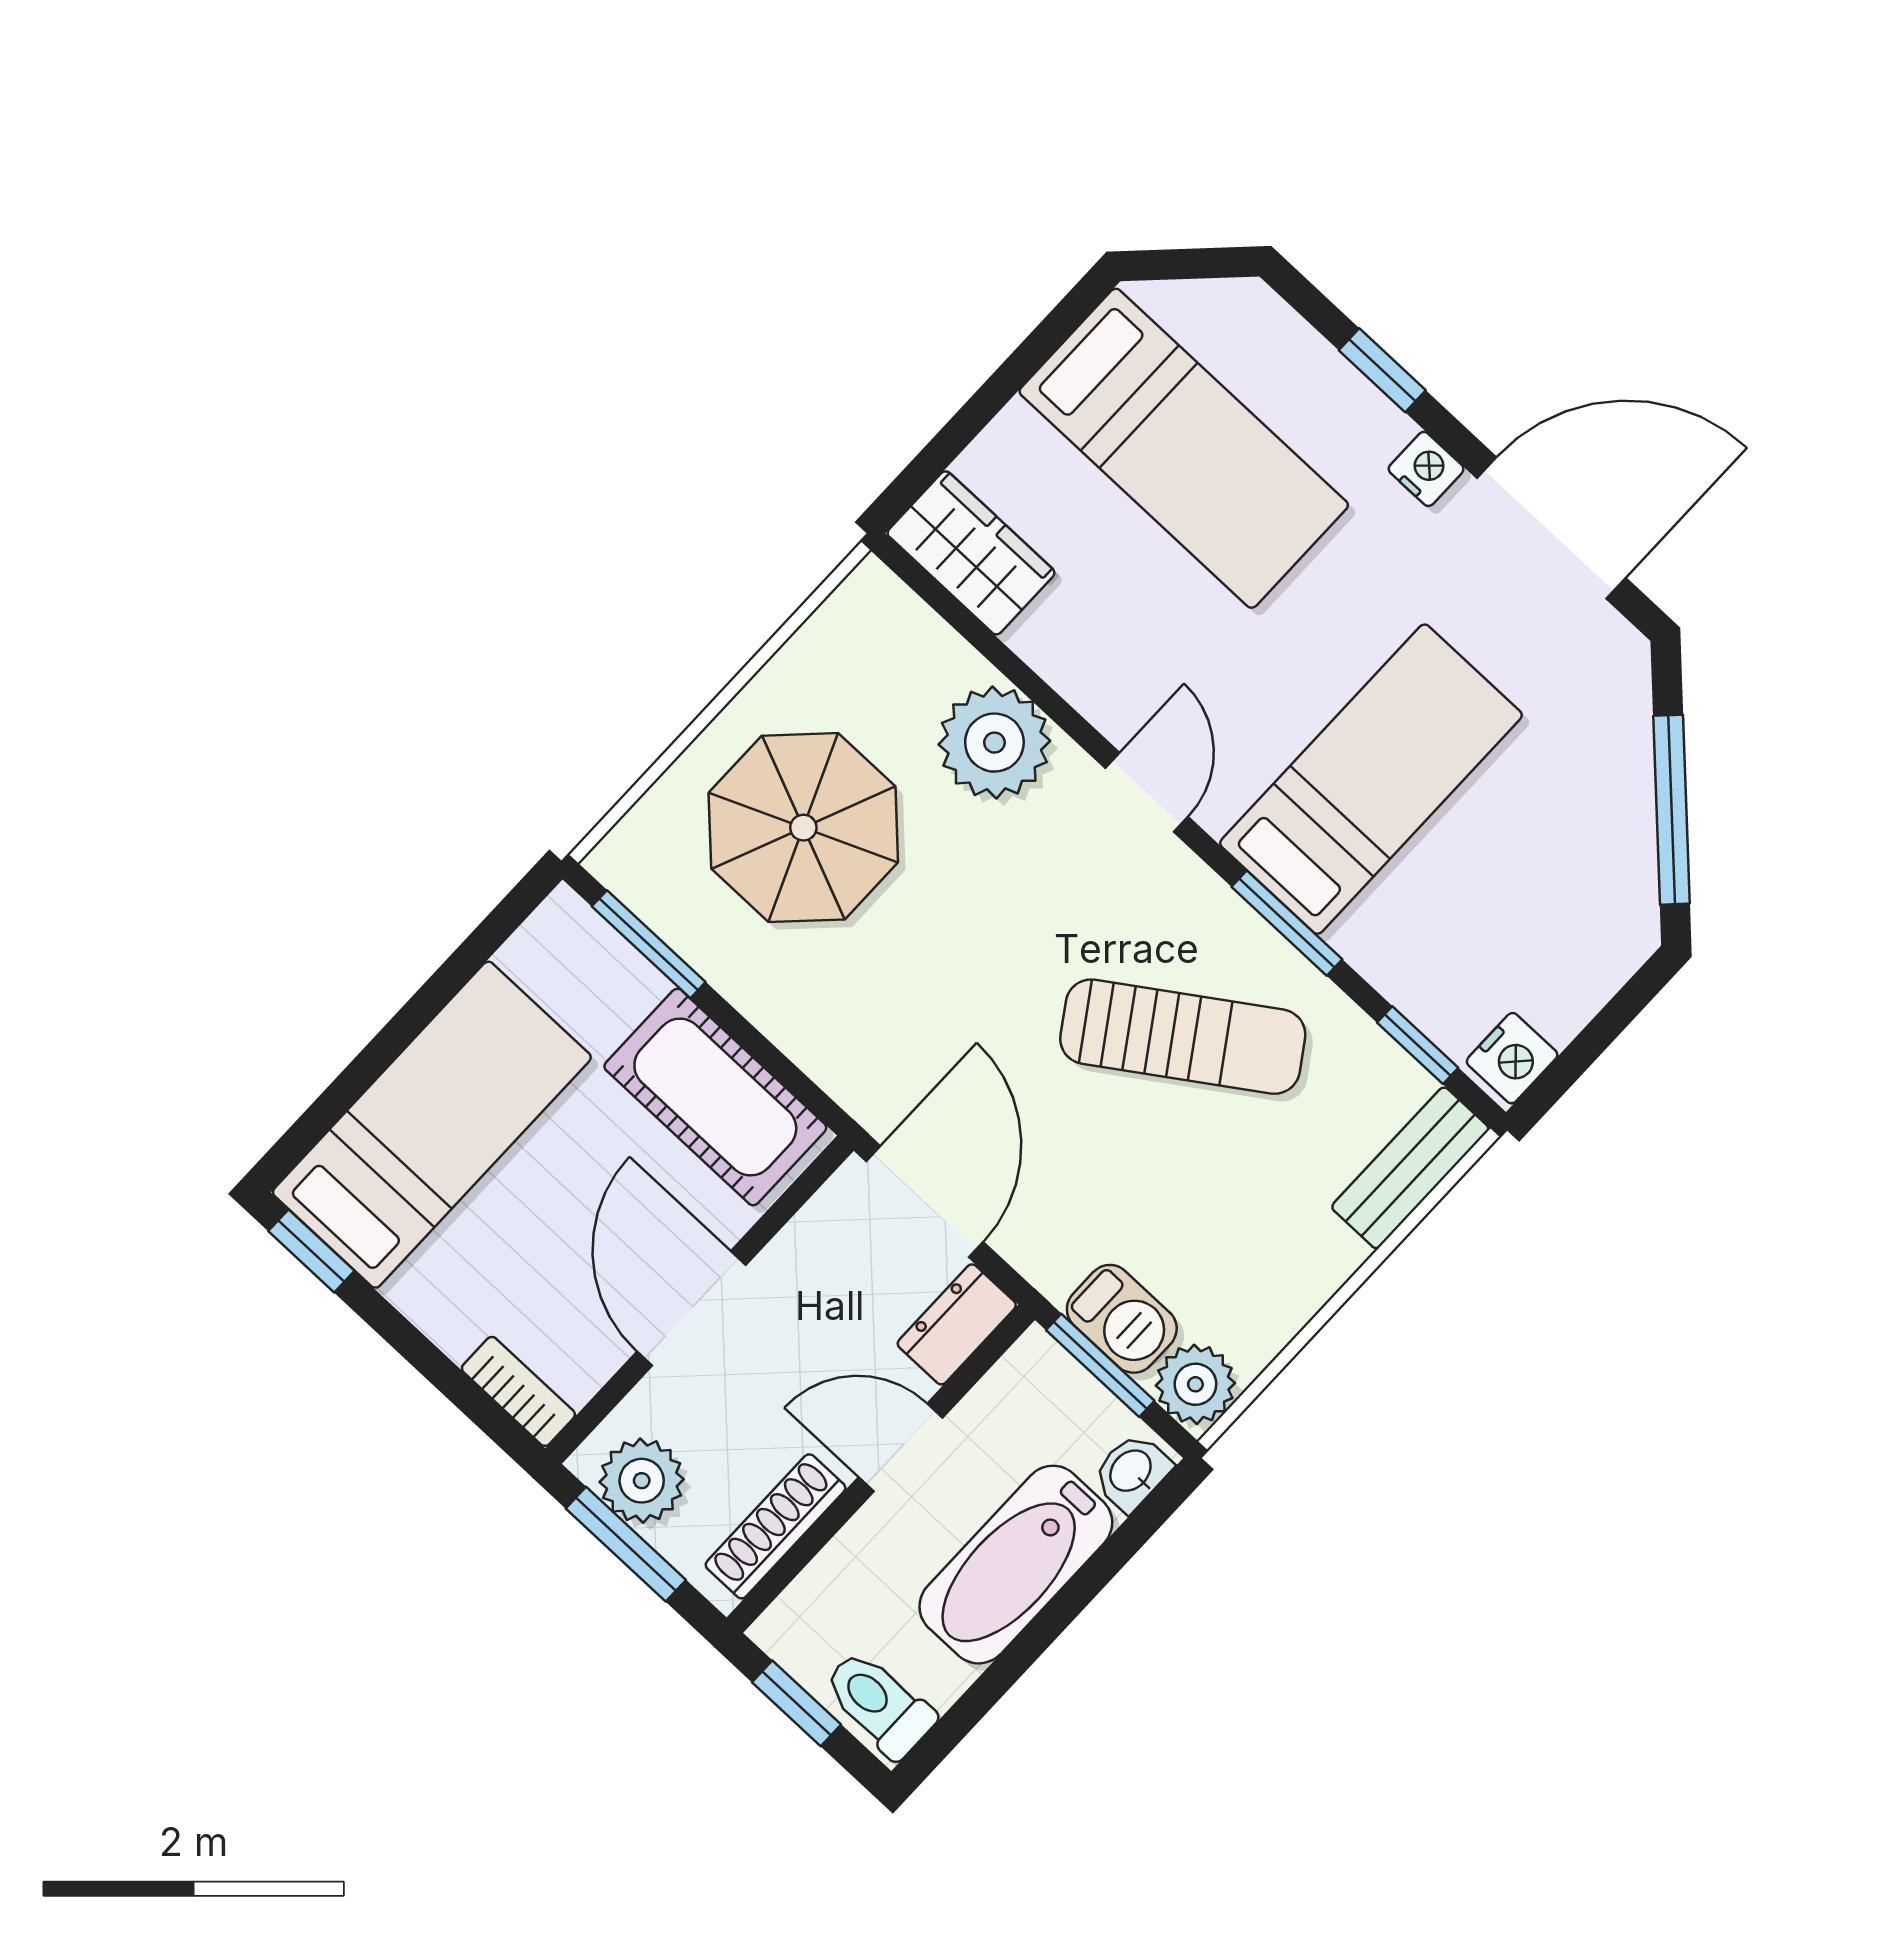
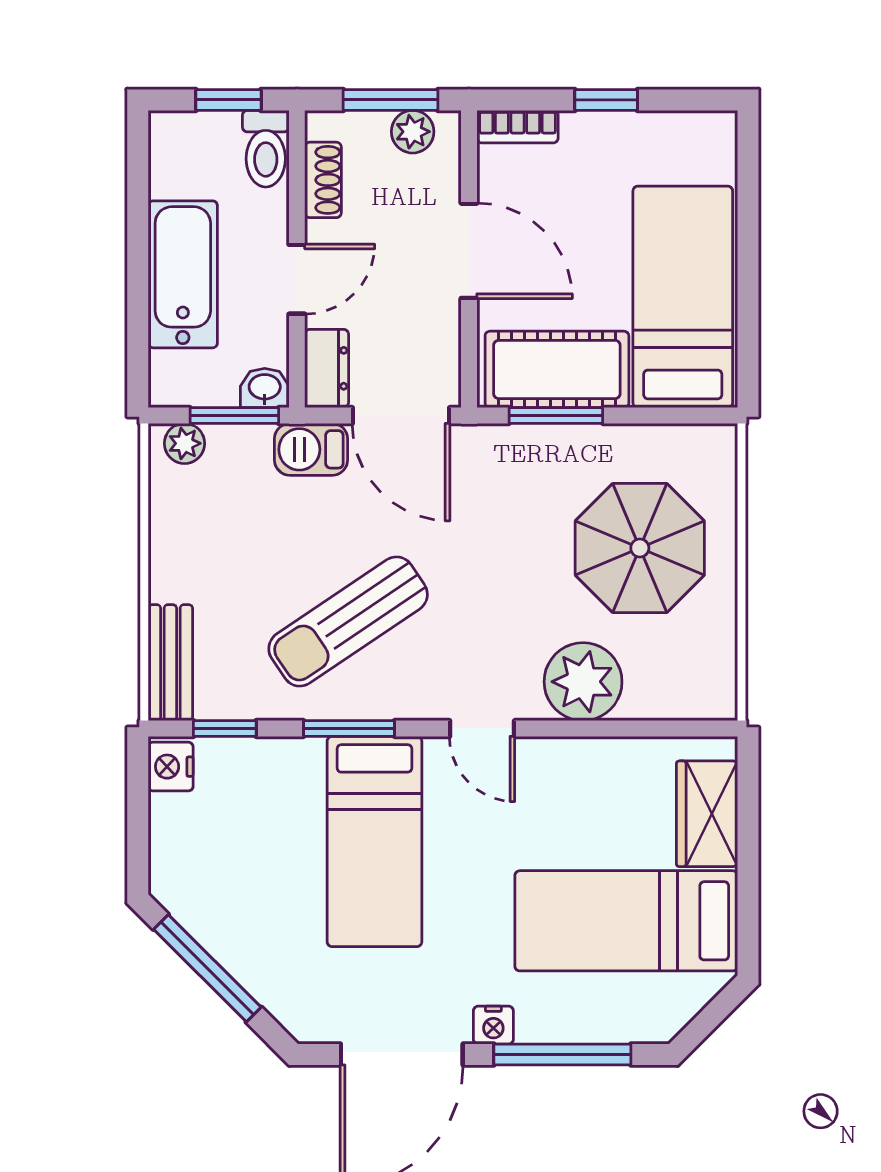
window: (1382, 370) -> (562, 1054), width x2.17
wardrobe: (971, 553) -> (707, 814), moved, turned 90
window: (649, 944) -> (556, 416), moved
bed: (432, 1125) -> (683, 297), moved, turned 180
window: (311, 1251) -> (606, 100), moved
barbecue: (1122, 1319) -> (311, 449), moved
plant: (1195, 1384) -> (185, 443), width x0.73, depth x0.73
washbasin: (1132, 1472) -> (265, 388), moved, turned -90
plant: (642, 1481) -> (413, 132), width x0.73, depth x0.73
shoe rack: (776, 1526) -> (323, 180), width x0.70
toilet: (879, 1704) -> (266, 149), moved, turned 90

